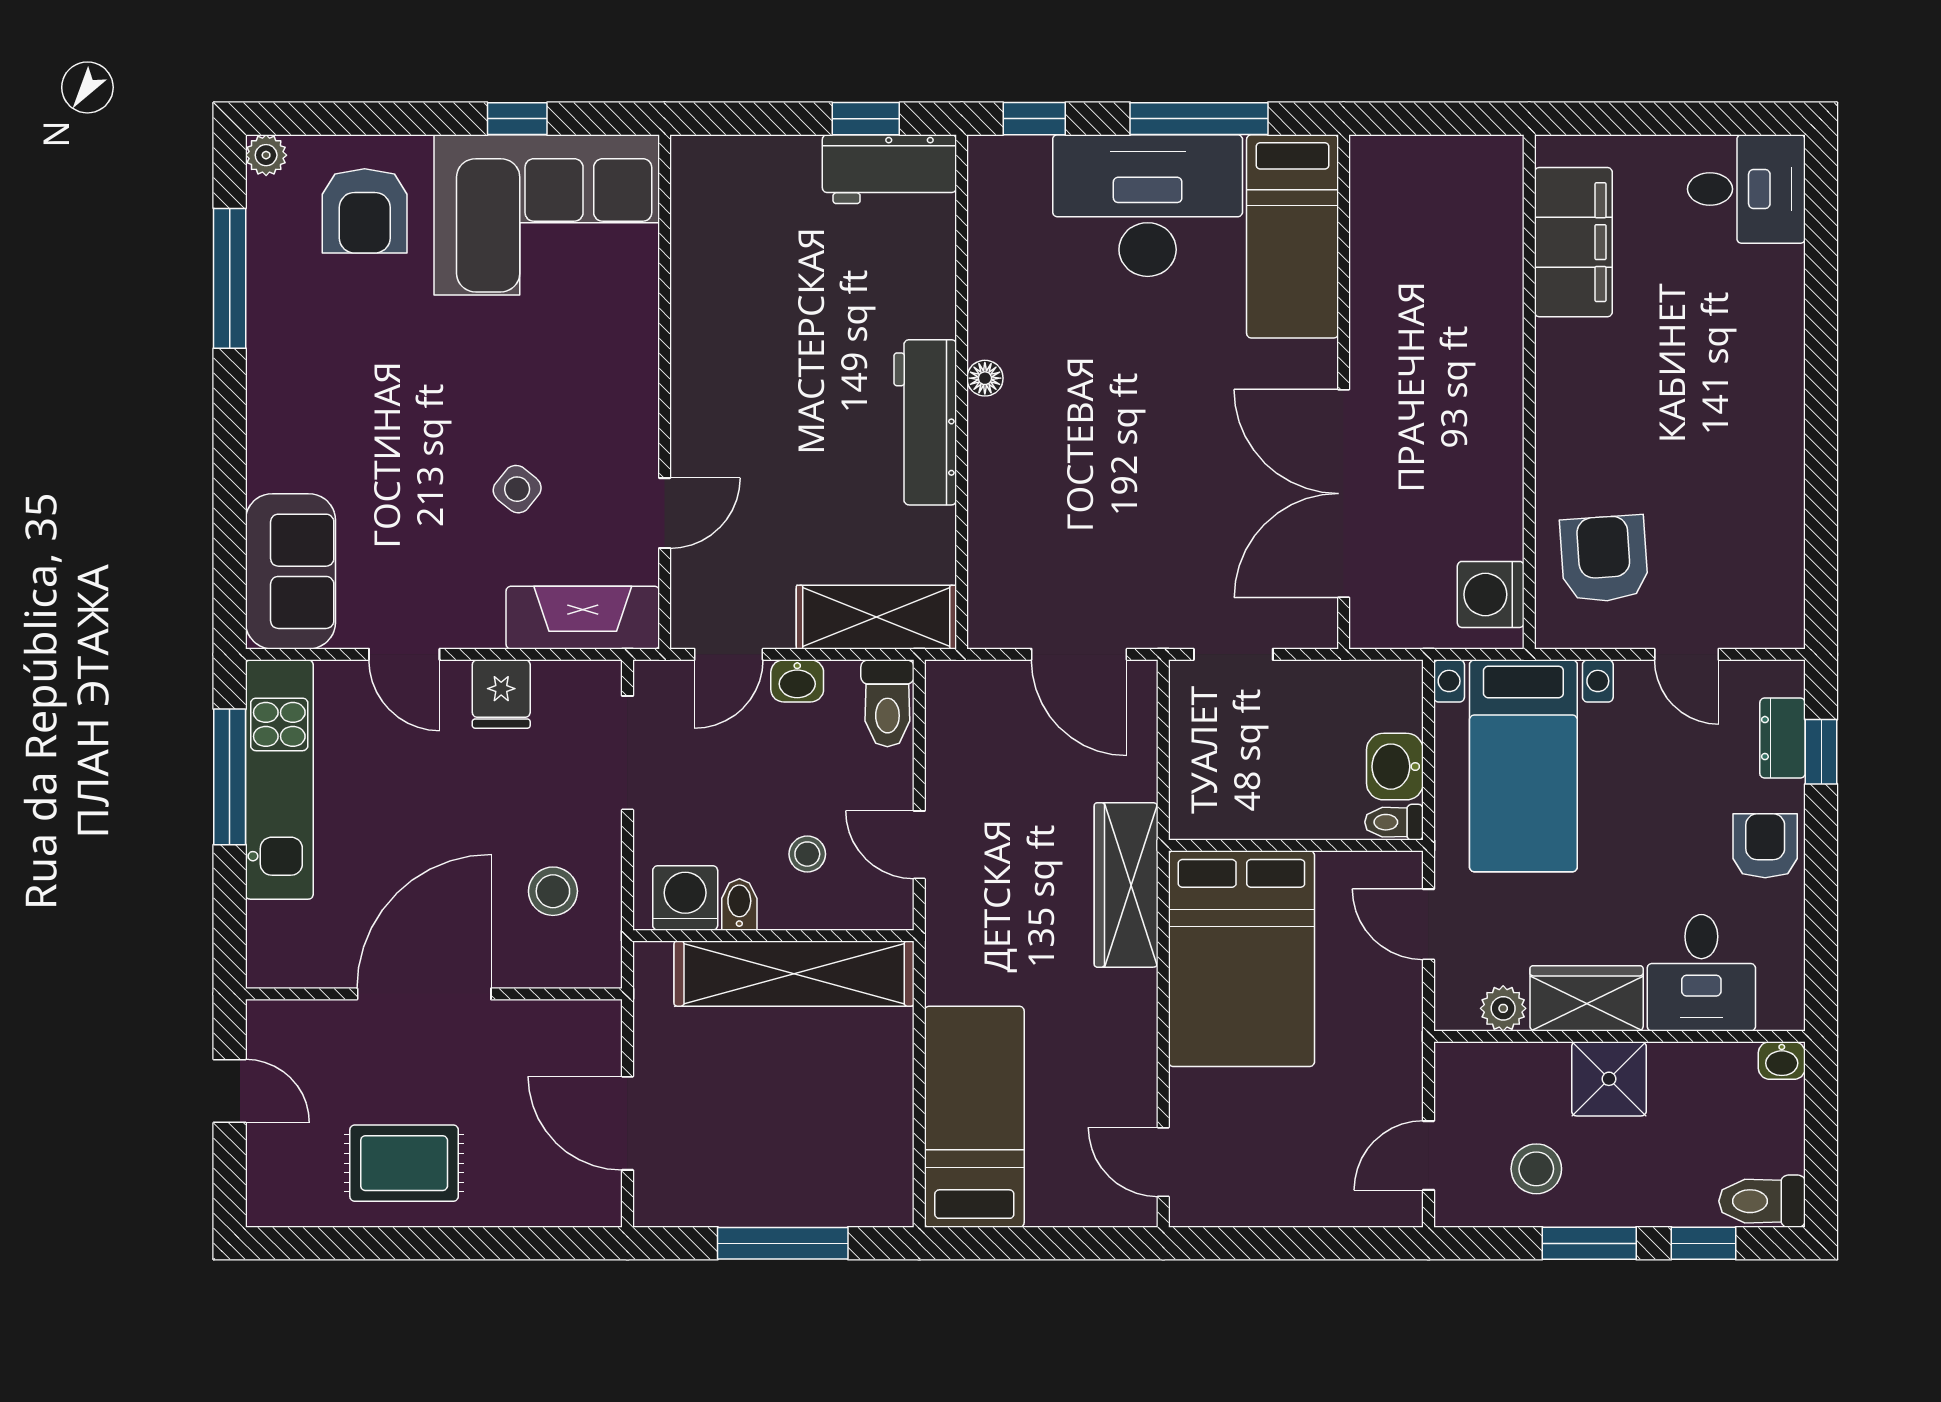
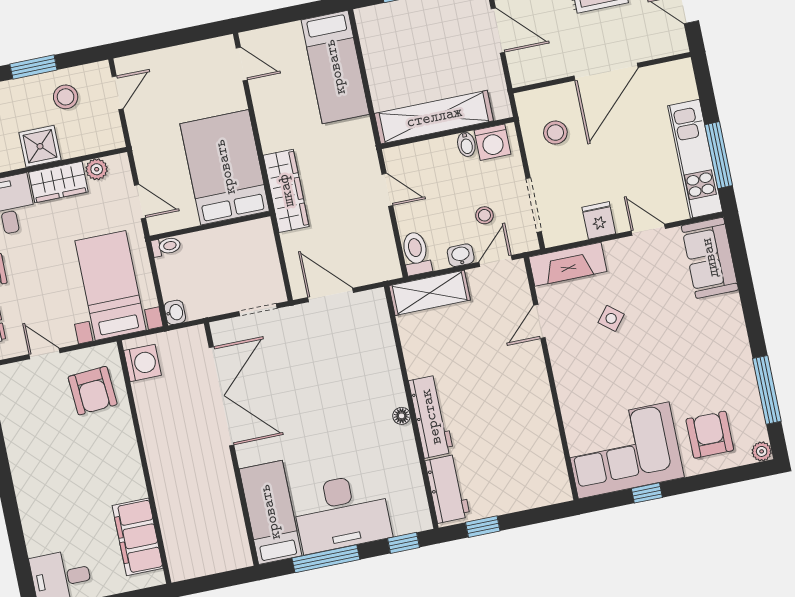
workbench: (889, 169) -> (448, 489), moved, turned 90
workbench: (925, 422) -> (431, 417), moved
washbasin: (1395, 767) -> (175, 312), moved, width x0.72, depth x0.69
stool: (807, 854) -> (484, 215), moved

